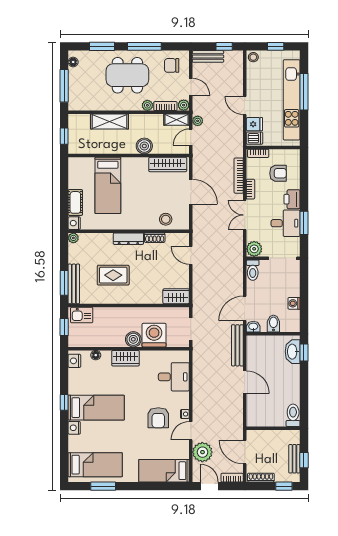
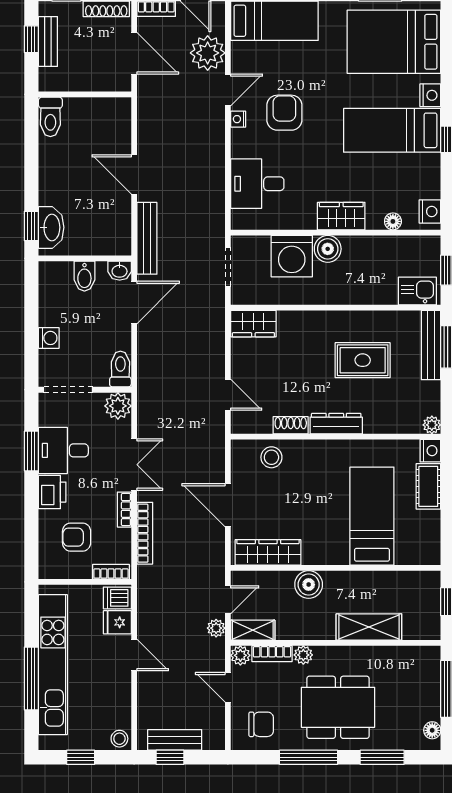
bench: (208, 56) -> (175, 740), moved
washing machine: (294, 303) -> (49, 338), moved
bed: (95, 465) -> (394, 42), width x1.50

